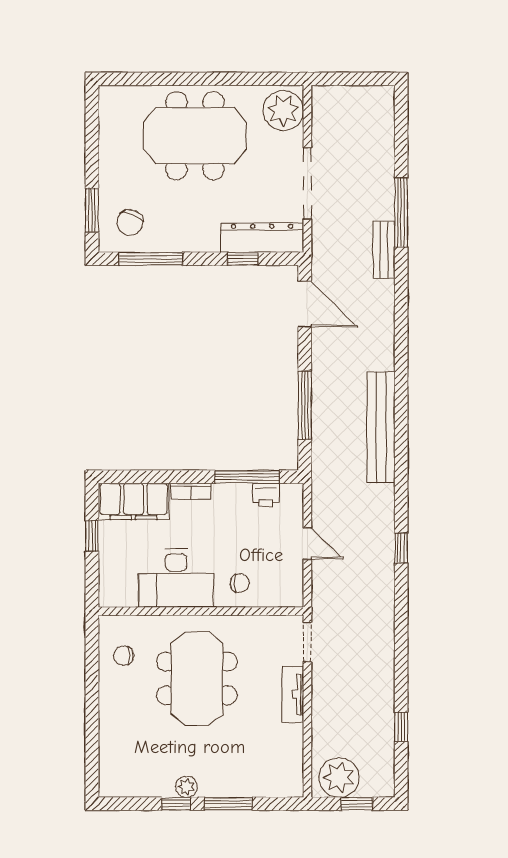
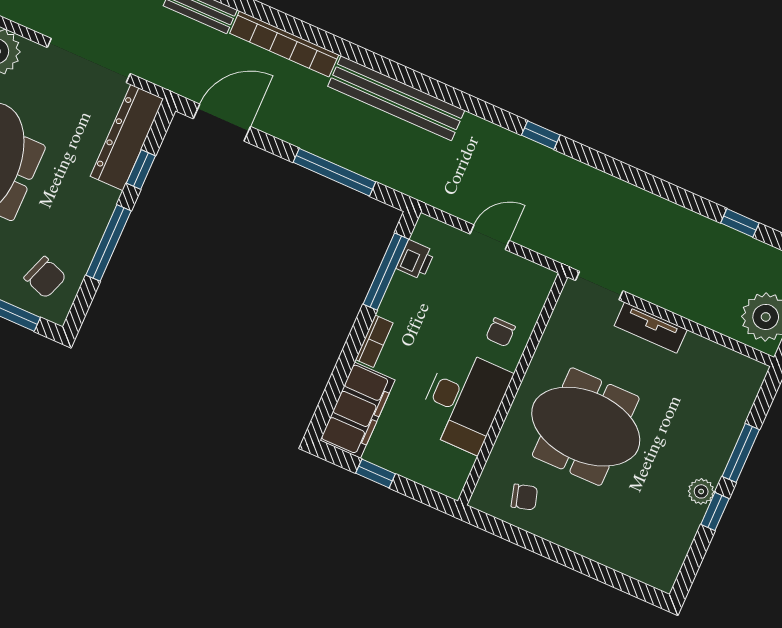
window: (151, 259) -> (109, 243), moved
bookcase: (385, 325) -> (284, 44), added
chair: (240, 583) -> (501, 332), turned 180
chair: (124, 656) -> (524, 497), turned -106

